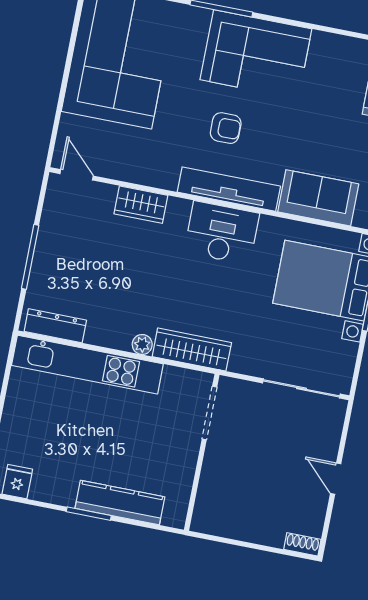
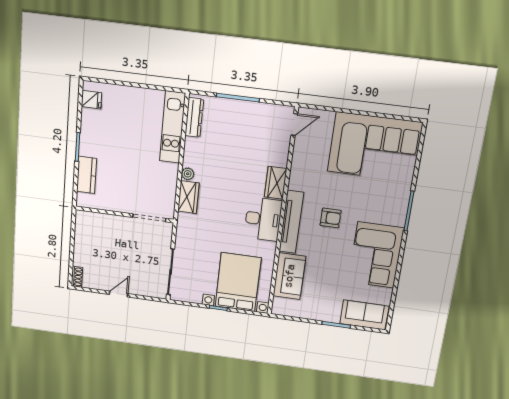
corner sofa: (256, 54) -> (376, 255), moved
armchair: (226, 128) -> (331, 218), turned -90
wardrobe: (141, 205) -> (276, 183), moved
wardrobe: (192, 350) -> (188, 197), width x0.67
kitchen unit: (87, 365) -> (172, 127), width x0.73
kitchen counter: (120, 503) -> (87, 175), width x0.67

